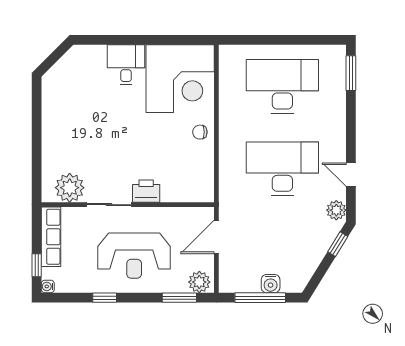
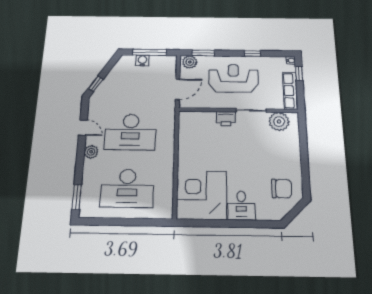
chair: (200, 132) -> (282, 189), moved, width x1.87, depth x1.87
plant: (336, 210) -> (91, 152), moved

